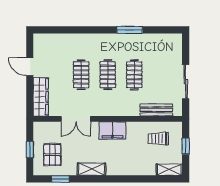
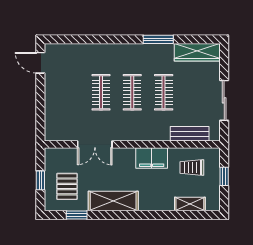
door: (30, 67) -> (40, 63), moved
wardrobe: (41, 97) -> (197, 52), moved, turned 90
filing cabinet: (112, 131) -> (152, 158), moved
shelving: (92, 169) -> (113, 201), width x1.50, depth x1.33
shelving: (169, 170) -> (190, 204), moved

